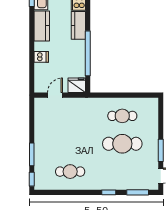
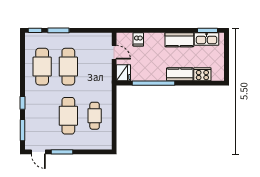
dishwasher: (41, 57) -> (138, 39), moved
cafe table: (70, 144) -> (68, 67), added
cafe table: (70, 172) -> (42, 67), width x1.37, depth x1.35

